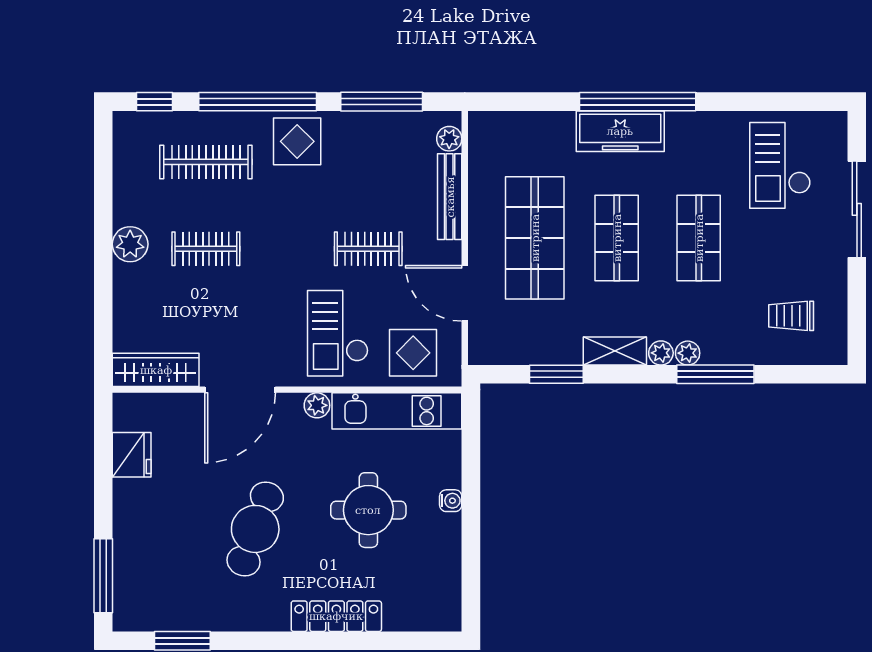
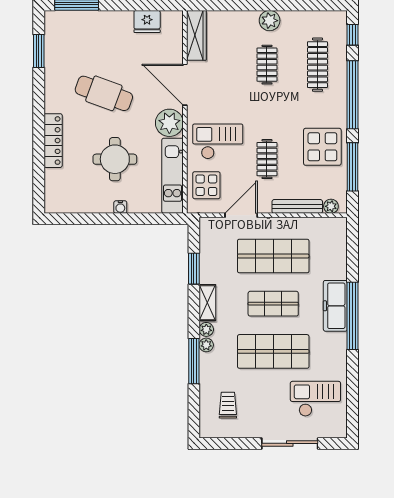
display table: (297, 141) -> (322, 147), moved, width x1.36, depth x1.36
shop shelf: (699, 238) -> (273, 351), width x1.43, depth x1.36
plant: (317, 405) -> (169, 123), width x1.87, depth x1.87

